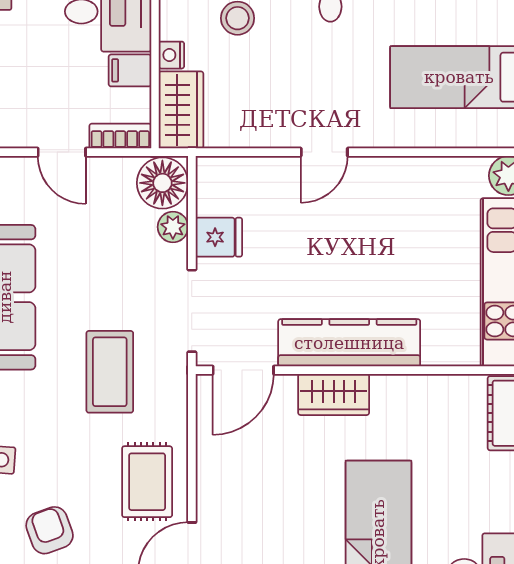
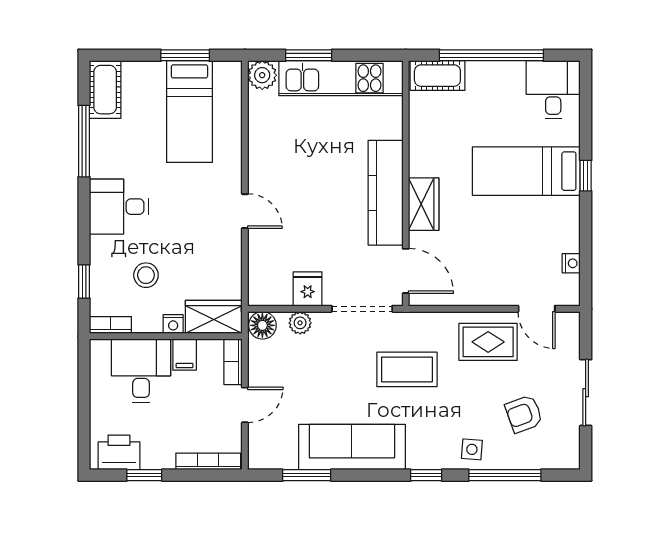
floor lamp: (162, 183) -> (262, 325), width x0.73, depth x0.73

